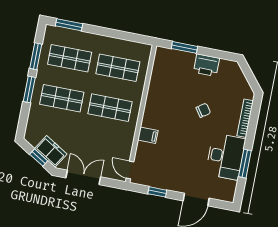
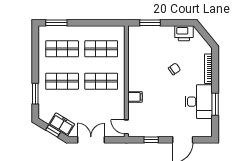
window: (36, 56) -> (35, 52), removed
printer: (206, 65) -> (184, 33), moved
window: (29, 89) -> (35, 94), moved

